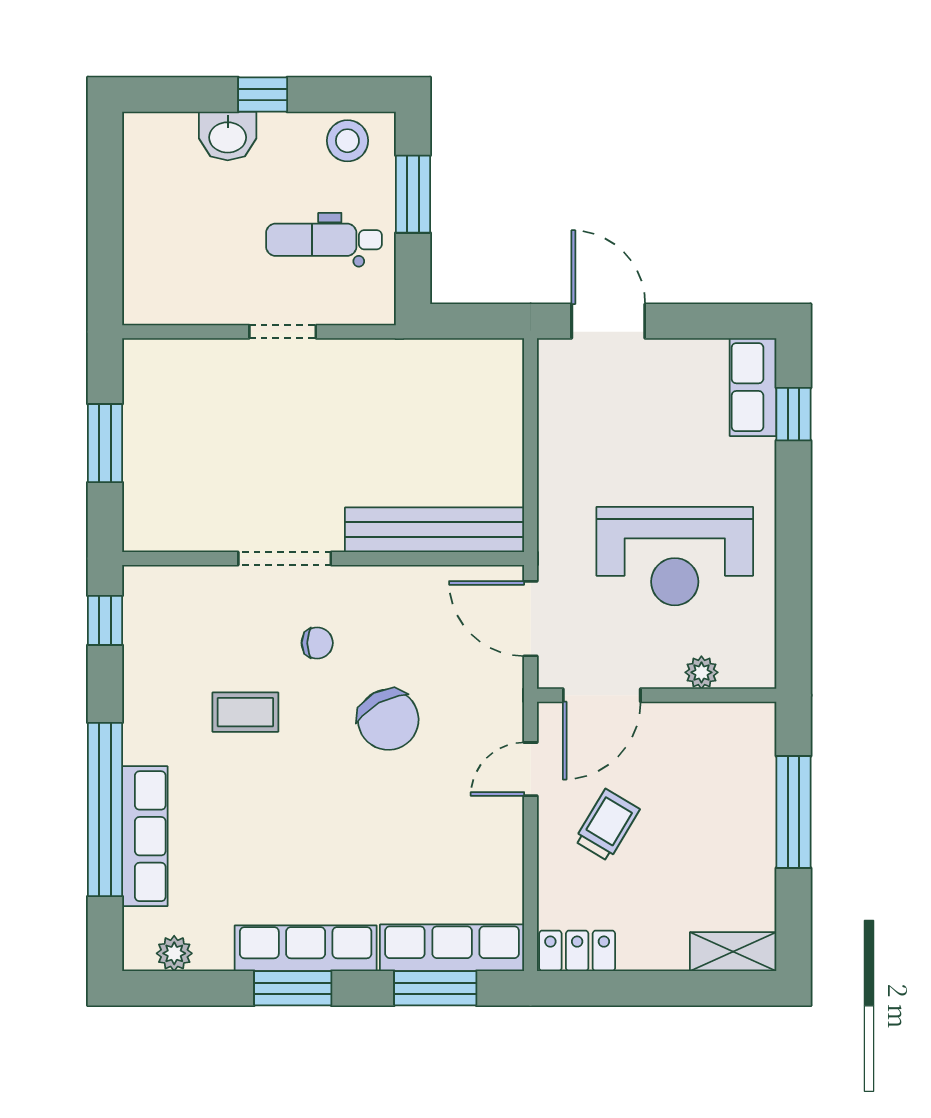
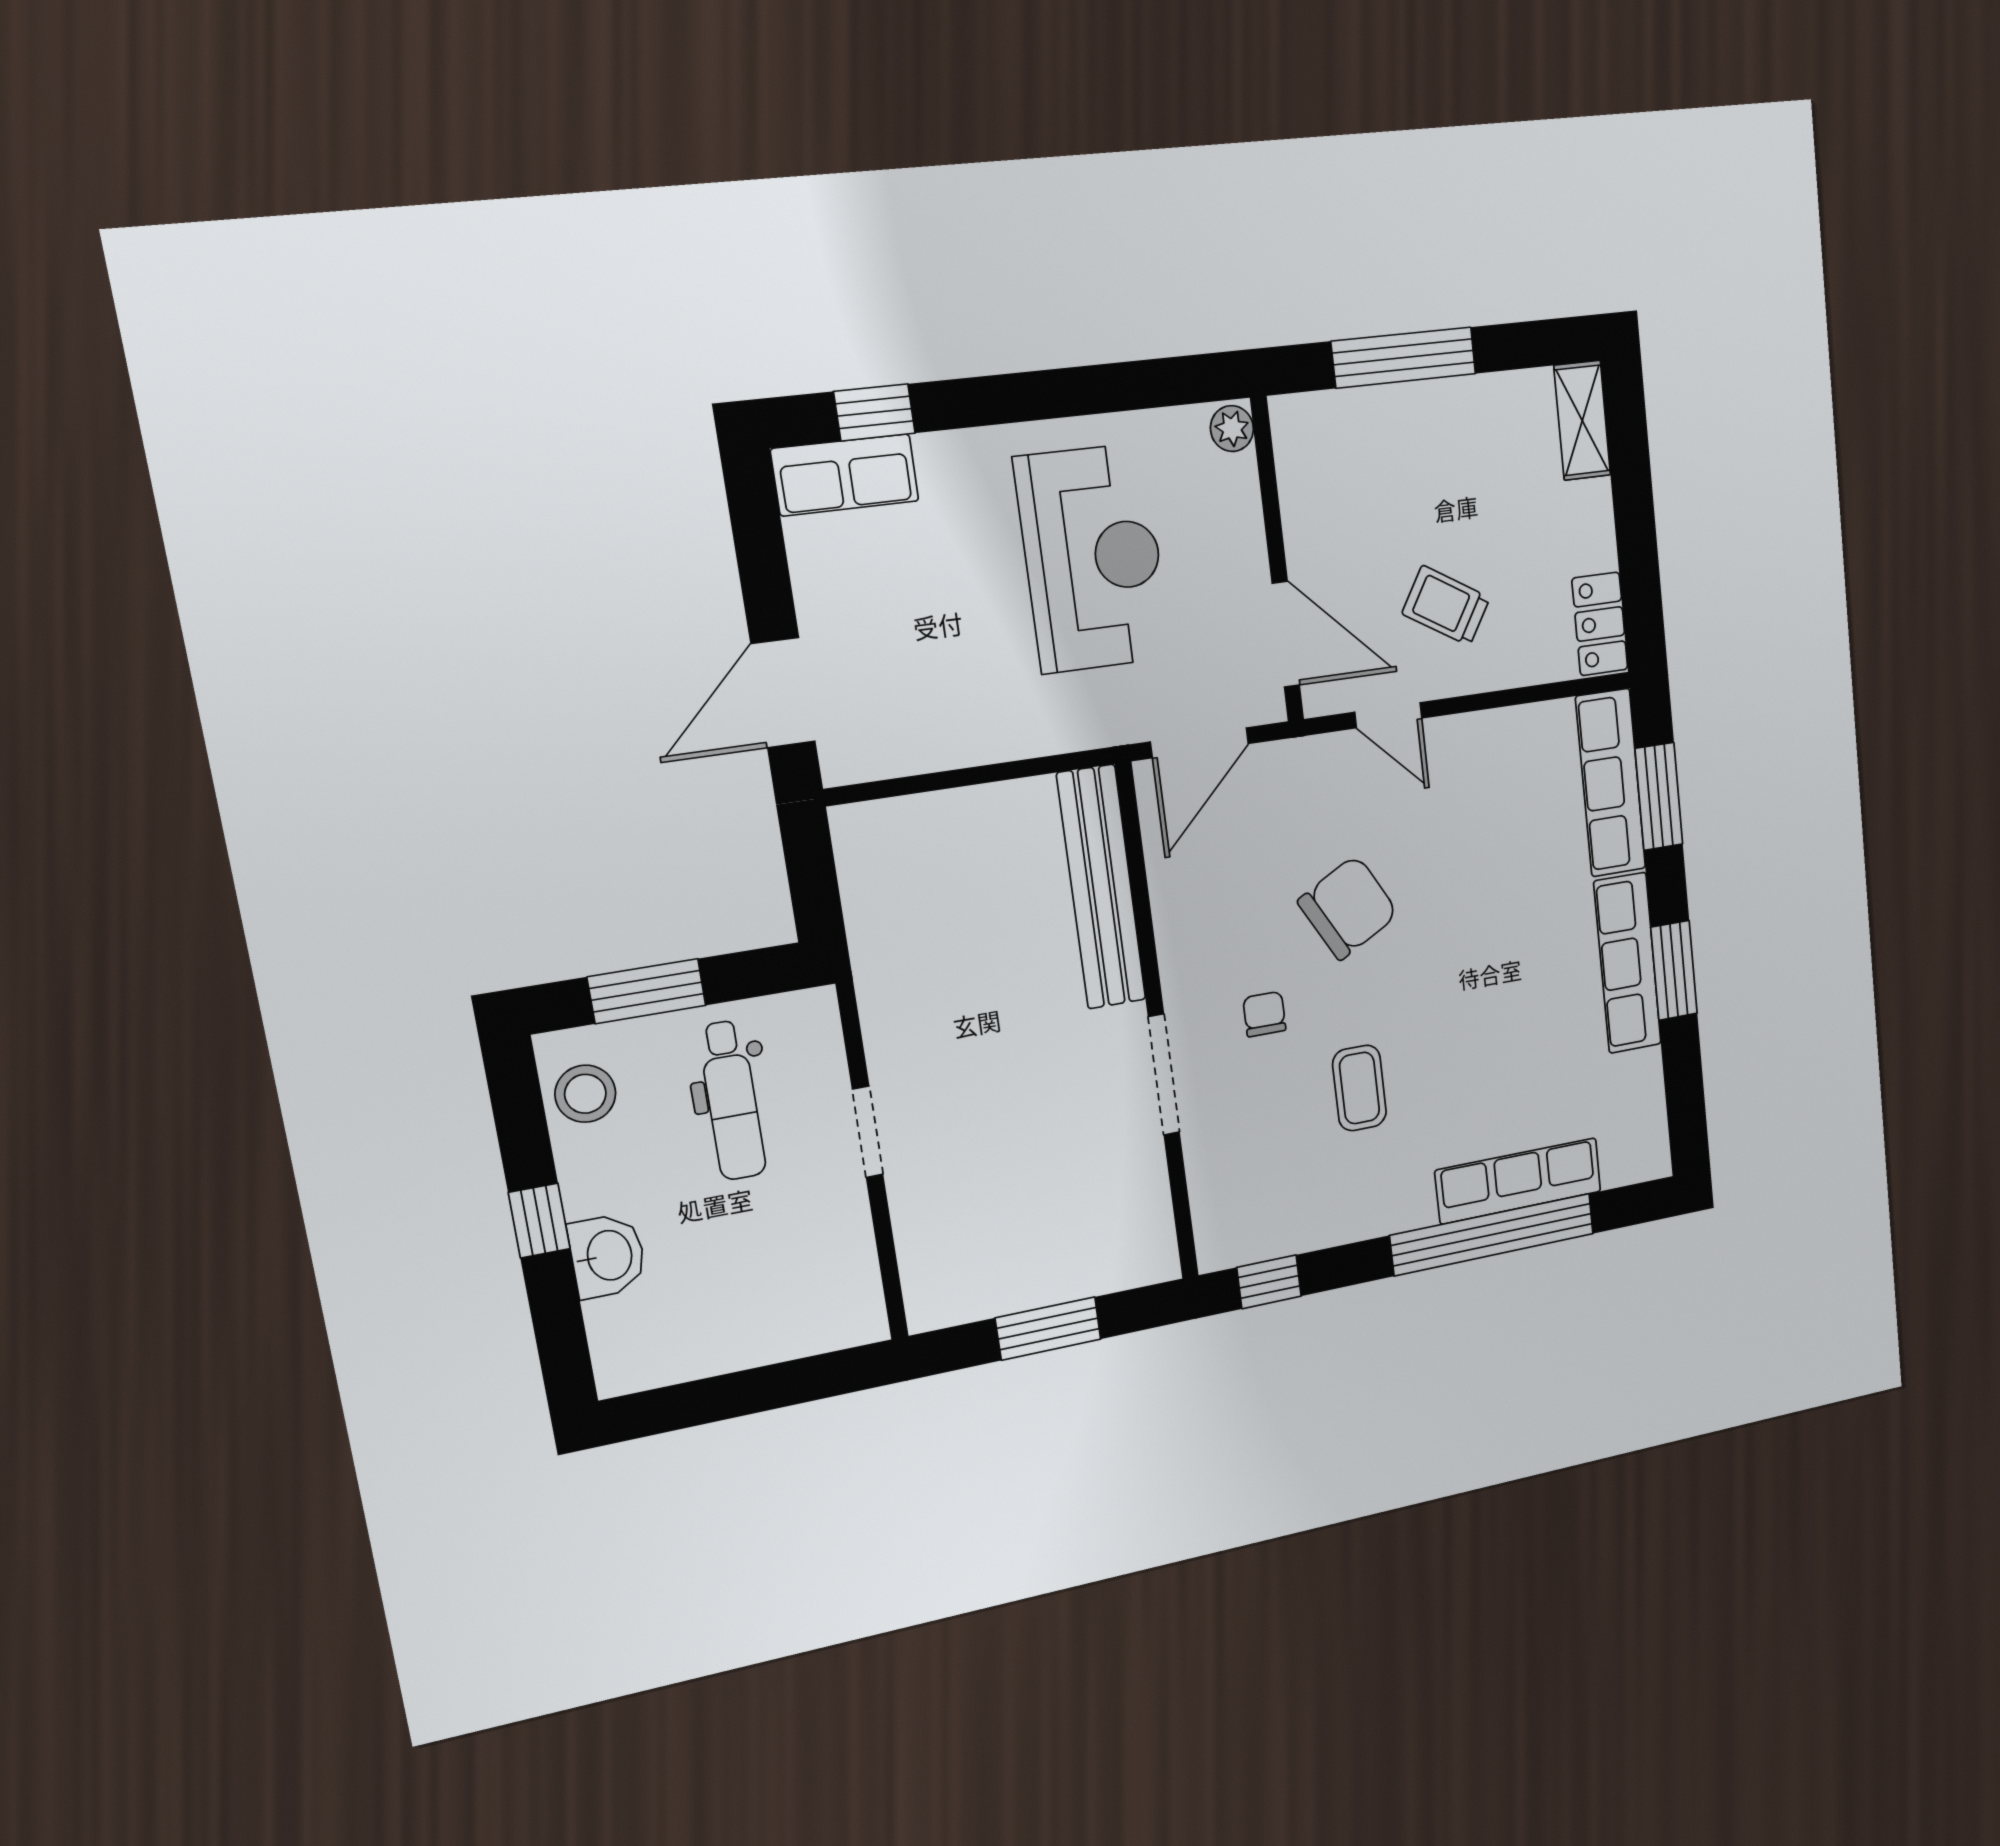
plant: (701, 672) -> (1232, 429), moved
plant: (174, 953) -> (1648, 1119), removed

